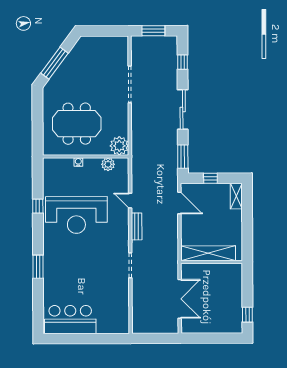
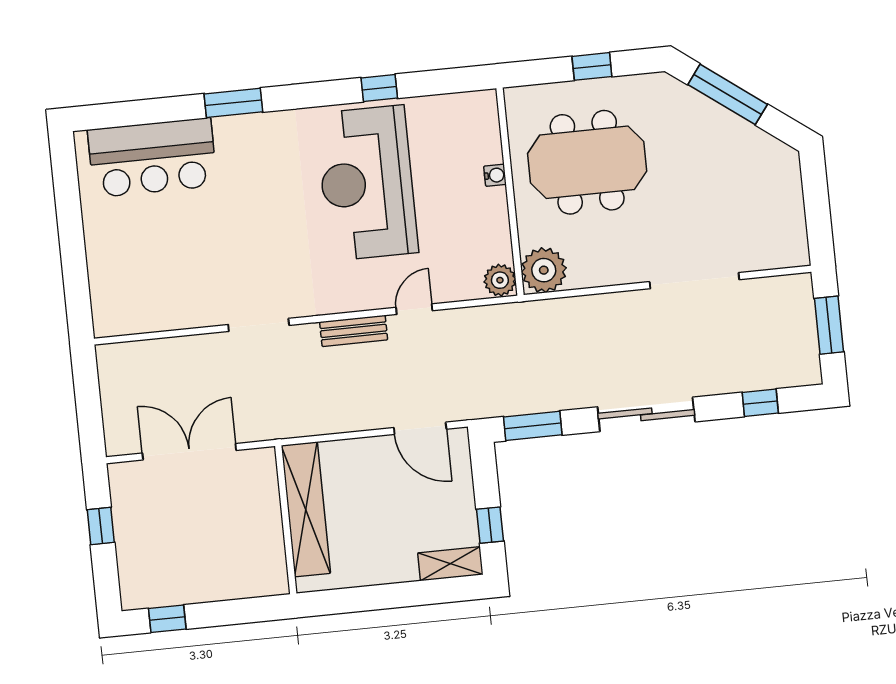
window: (38, 118) -> (592, 66), added
meeting table: (77, 124) -> (587, 162), turned 90
plant: (108, 164) -> (500, 280), moved
window: (210, 178) -> (490, 525), moved
door: (179, 203) -> (420, 428), hinge flipped
double door: (180, 299) -> (189, 452), swing flipped
bar counter: (70, 320) -> (152, 158), moved, turned 90
window: (207, 338) -> (101, 526), added

